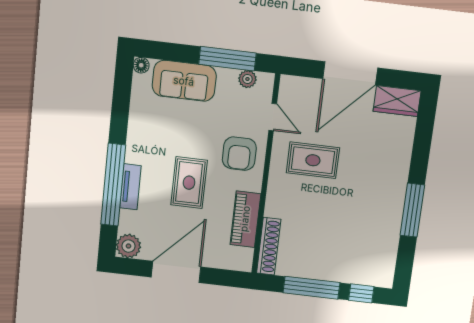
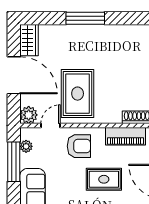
plant: (291, 88) -> (29, 115), added
rug: (313, 160) -> (78, 94), width x1.36, depth x1.43
window: (412, 210) -> (85, 18), moved

